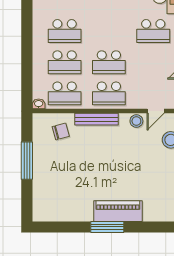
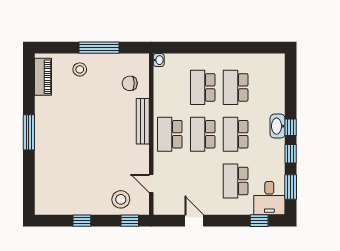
school desk: (65, 93) -> (236, 134), moved
stool: (136, 121) -> (80, 69), moved
chair: (61, 131) -> (130, 83), turned 105
piano: (118, 211) -> (43, 77), moved, width x0.73, depth x0.75

